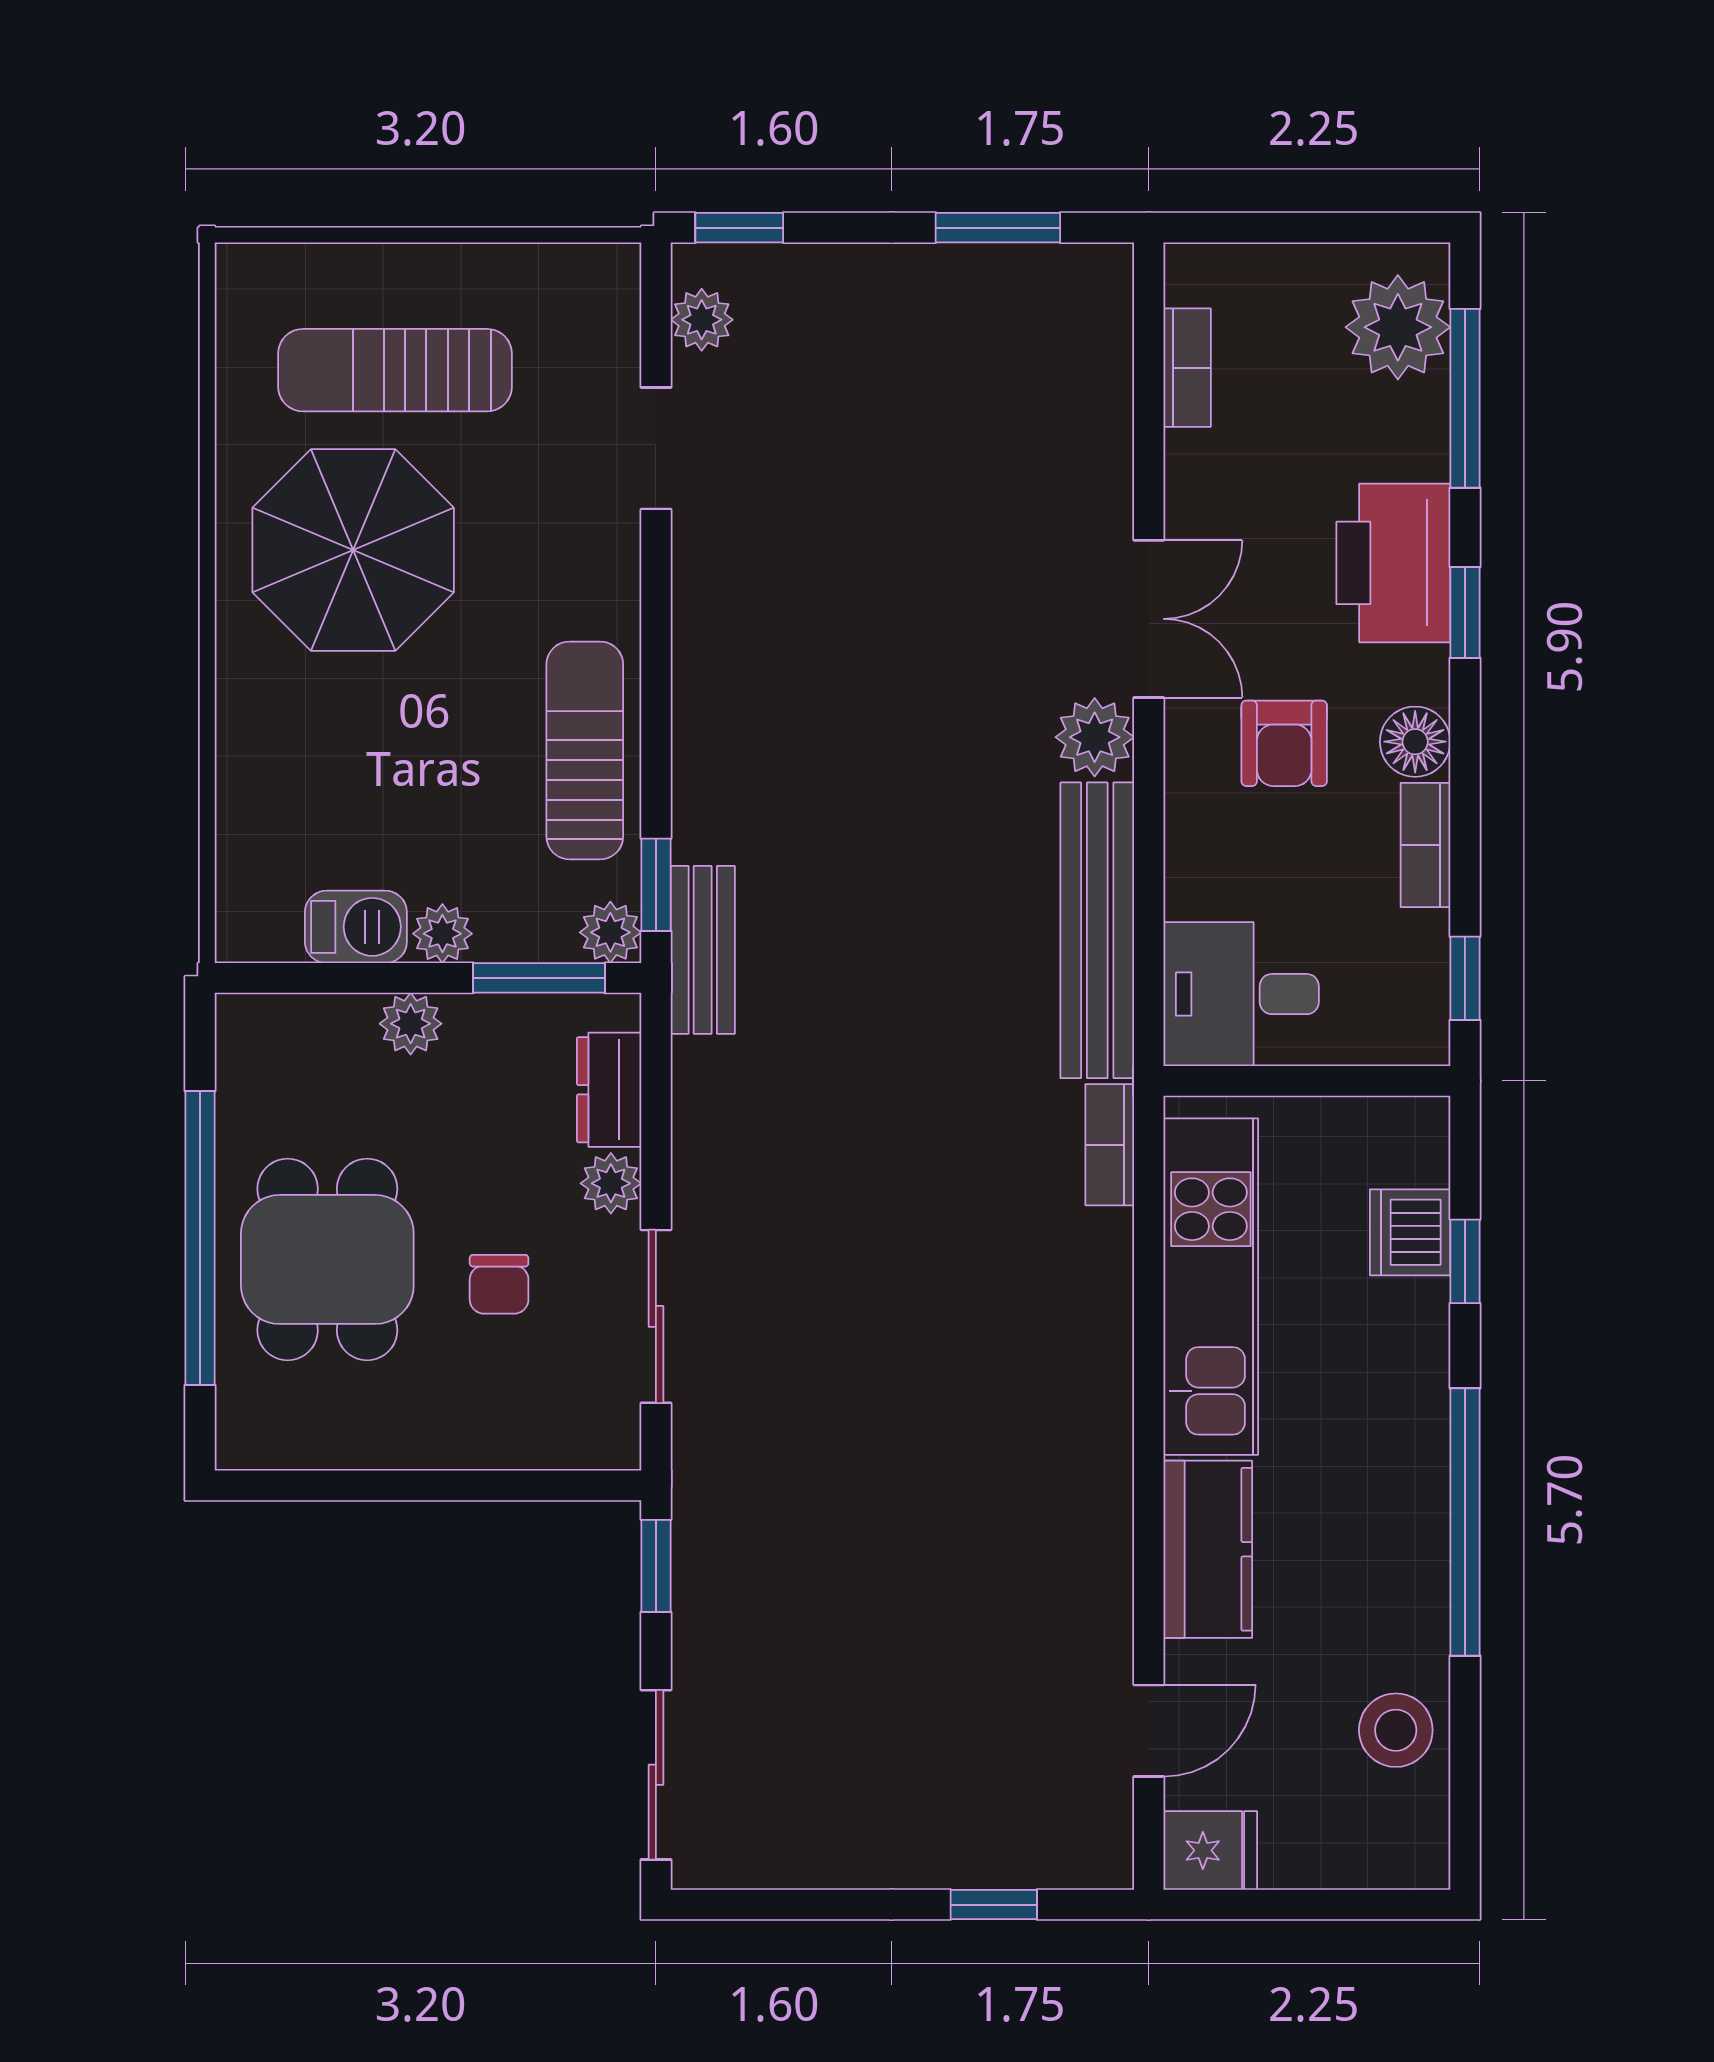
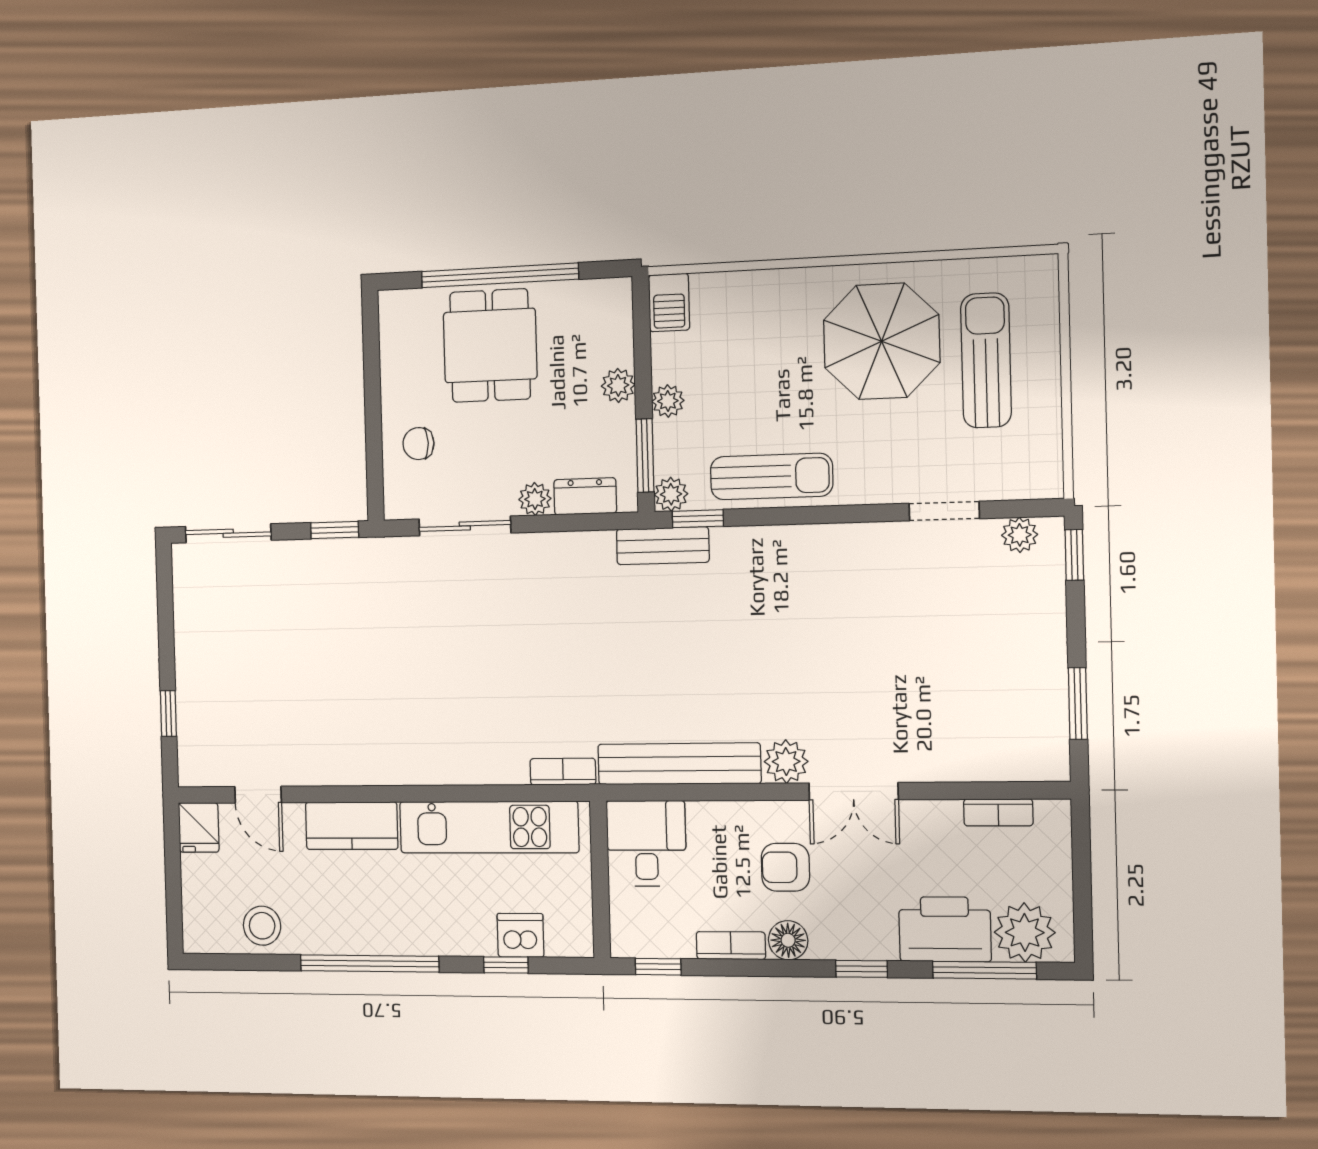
printer: (1393, 563) -> (945, 929), moved
barbecue: (356, 927) -> (669, 303), moved
dining table: (327, 1259) -> (490, 346), turned 90
chair: (499, 1284) -> (418, 444), moved

